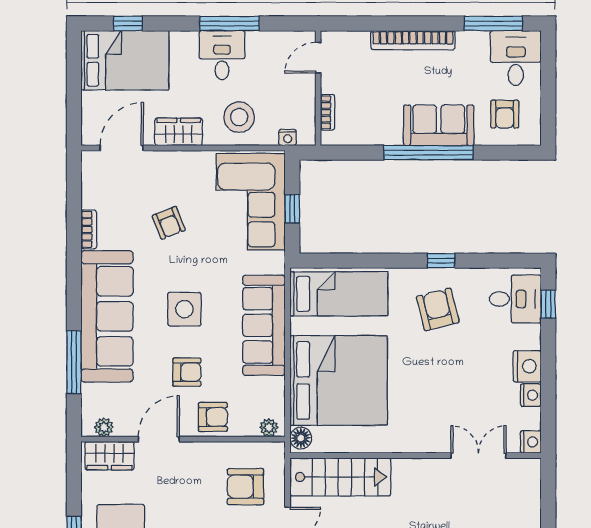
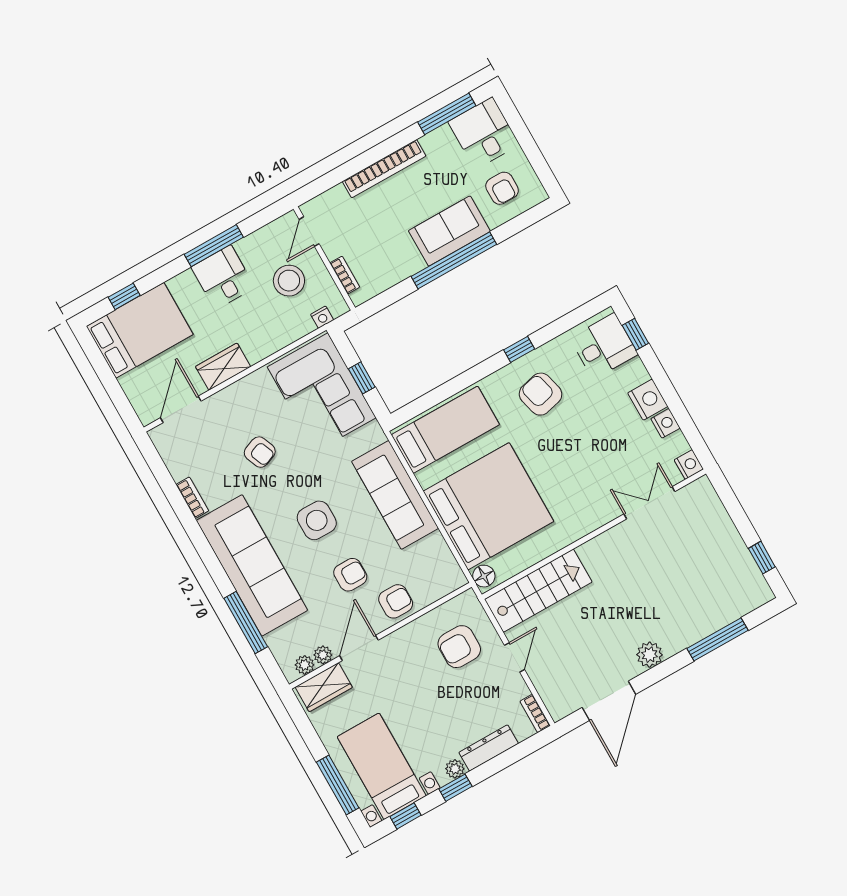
stool: (239, 117) -> (289, 281), moved
plant: (269, 428) -> (323, 655), moved

